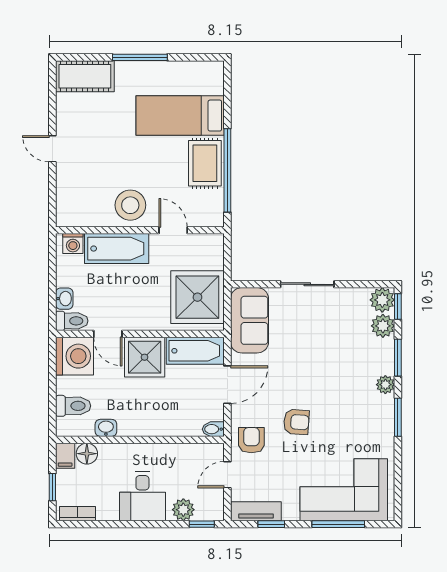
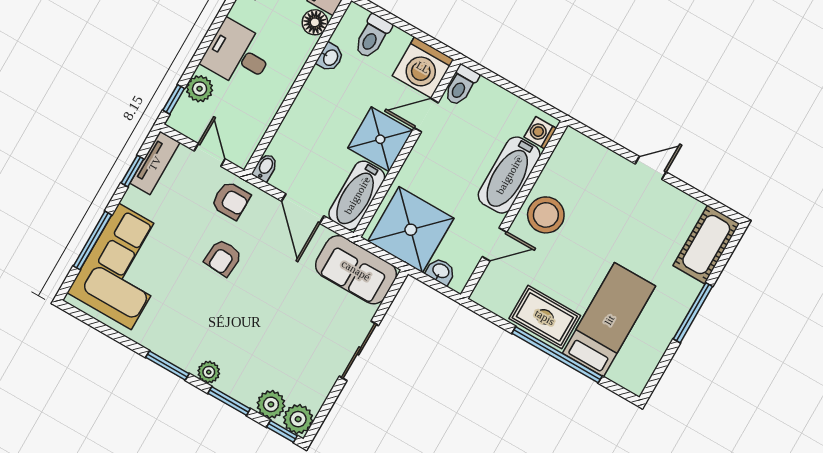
window: (227, 170) -> (557, 355), moved
washbasin: (64, 299) -> (441, 271), moved, turned 180

